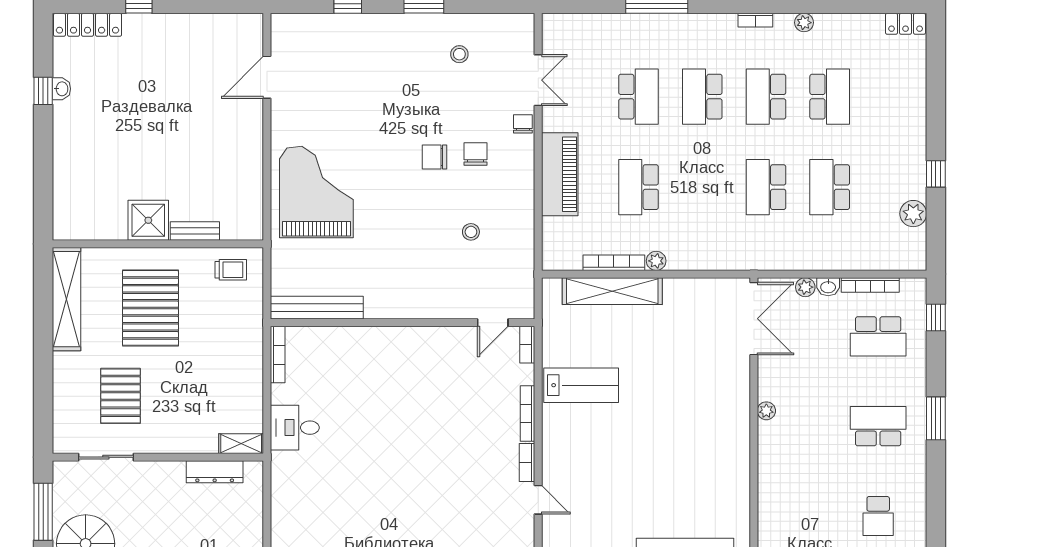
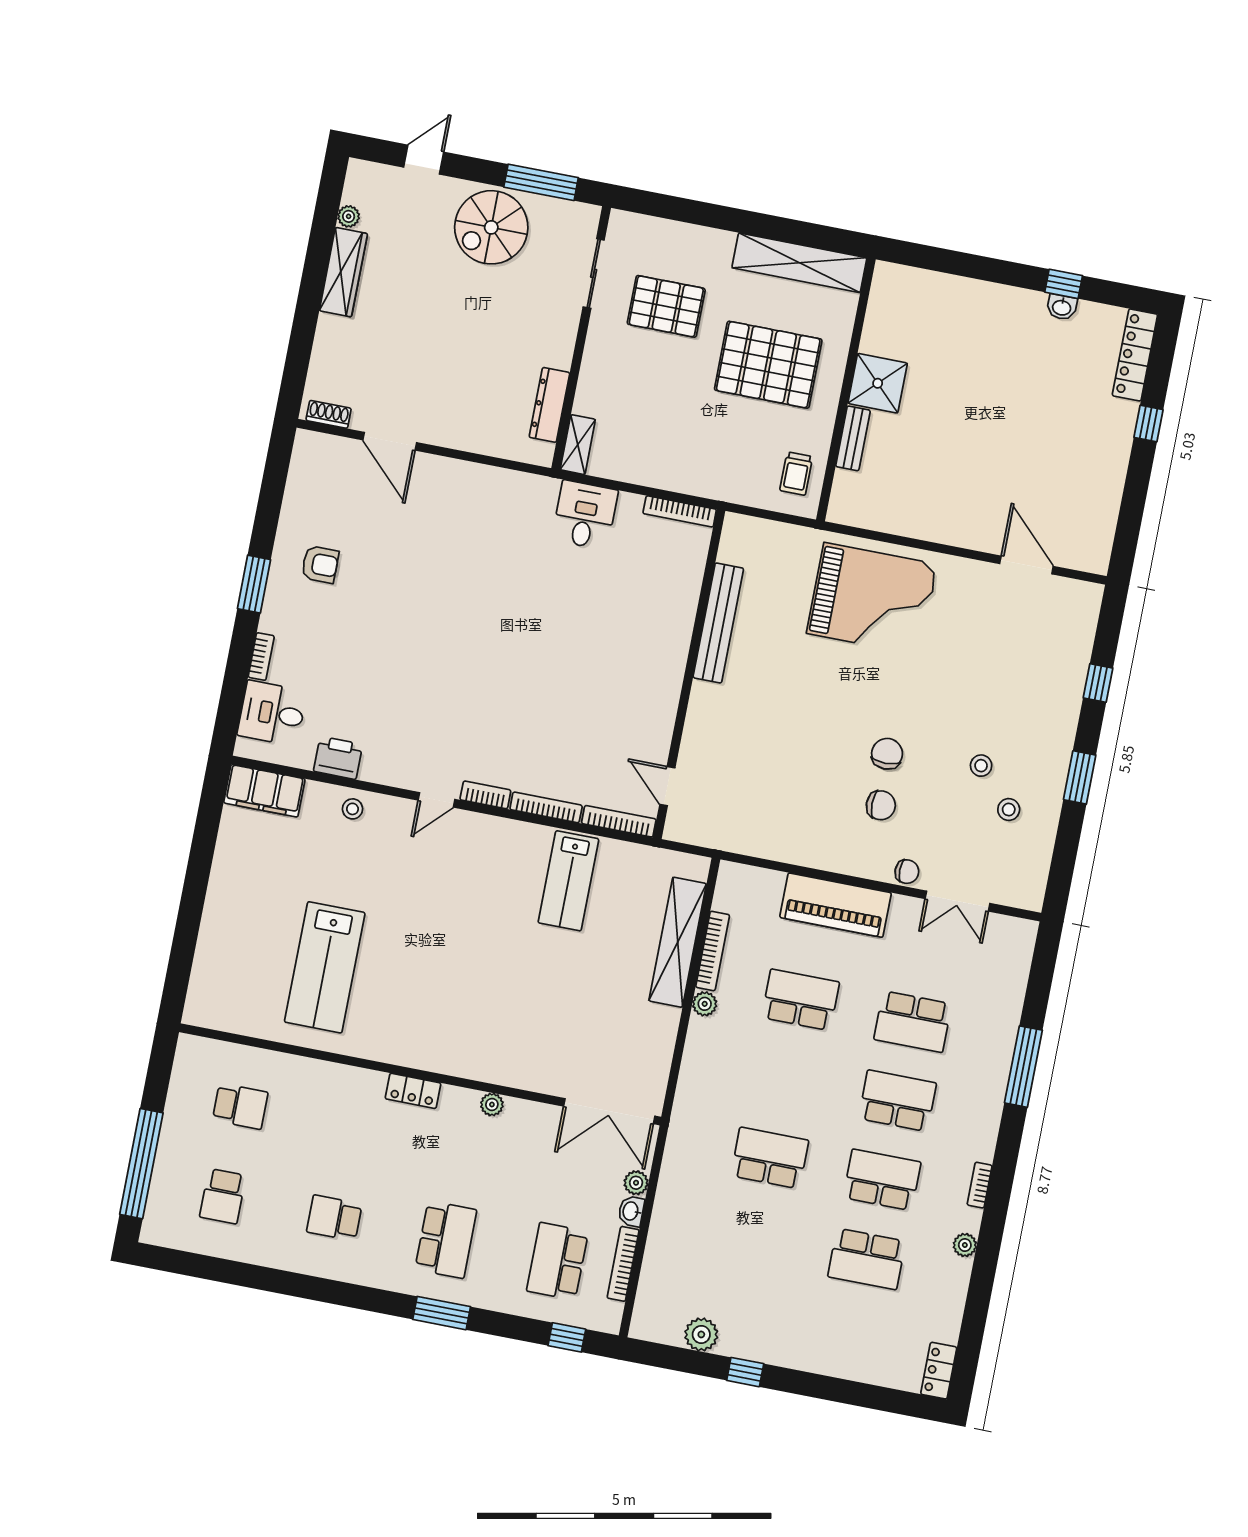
school desk: (830, 187) -> (754, 1237), removed
stool: (471, 232) -> (981, 766), moved
bench: (317, 308) -> (718, 623), moved
bookcase: (527, 345) -> (619, 821), width x1.56
locker: (768, 474) -> (413, 1091), added

